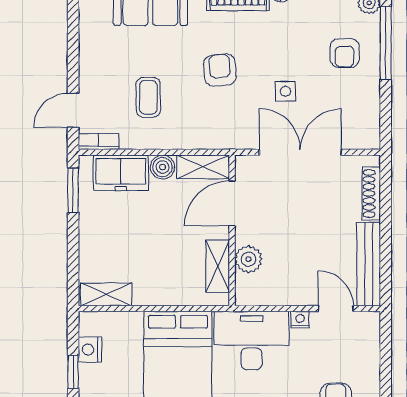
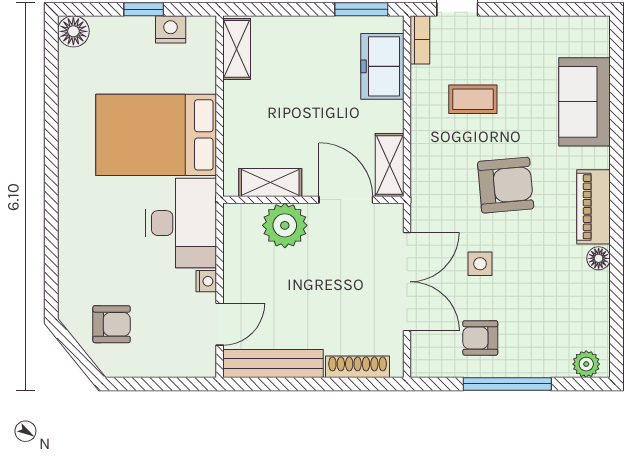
window: (386, 43) -> (507, 384), moved
armchair: (345, 53) -> (480, 338), moved
armchair: (220, 70) -> (506, 185), width x1.38, depth x1.38
boiler: (163, 167) -> (389, 116), removed
plant: (248, 259) -> (285, 225), width x1.36, depth x1.36

